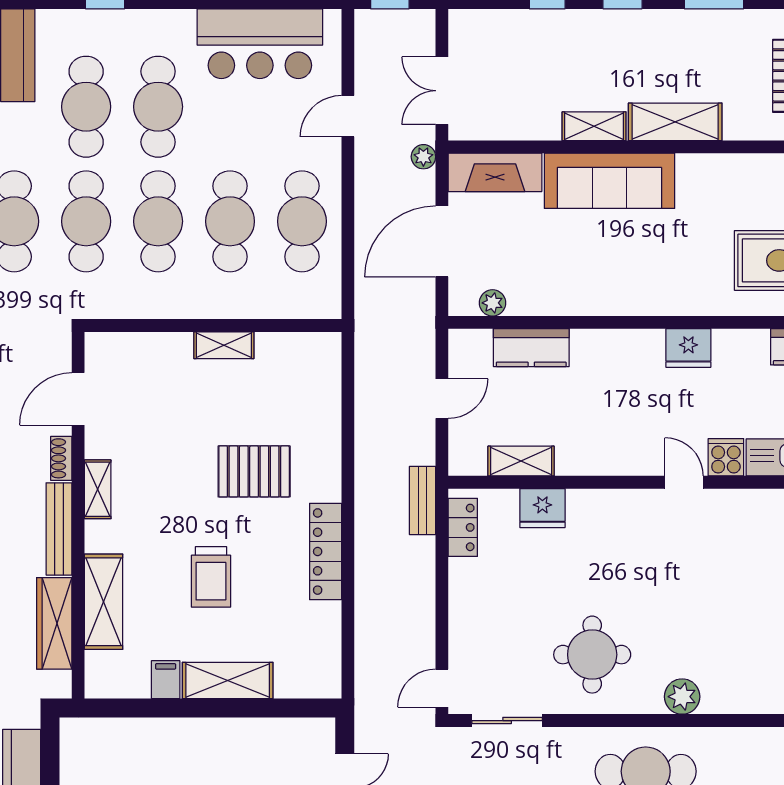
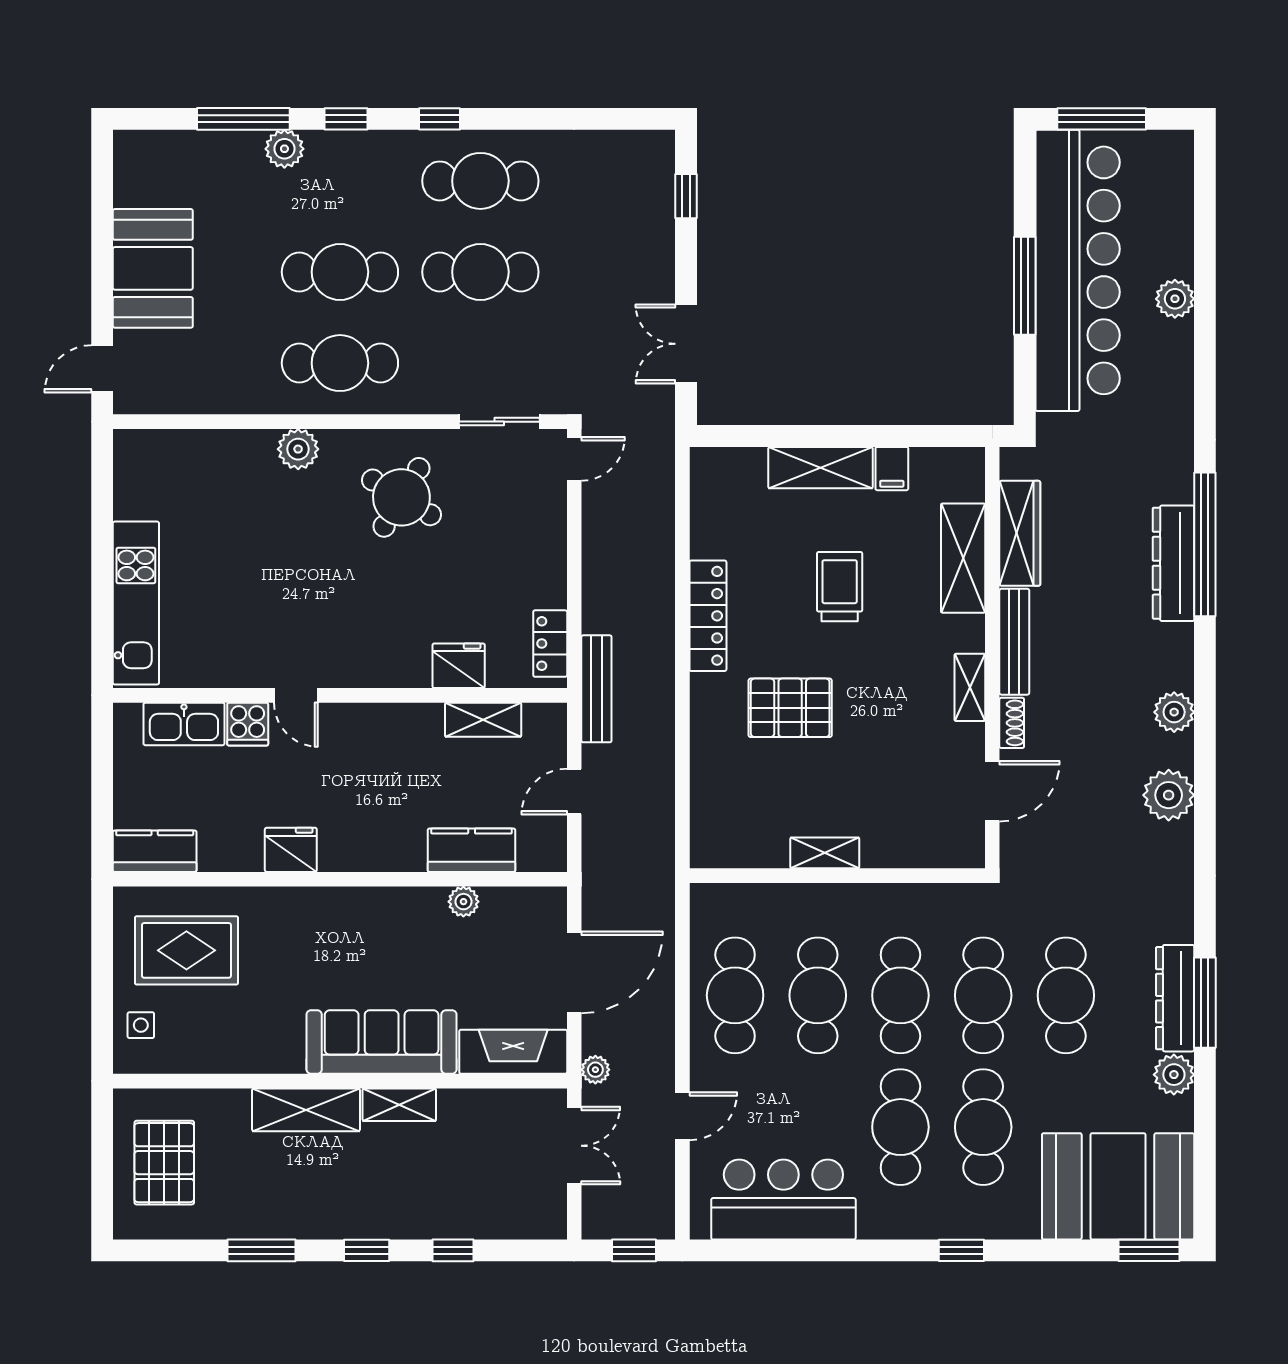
plant: (492, 303) -> (463, 902), moved
bench: (423, 500) -> (596, 689), width x1.36
round table: (592, 655) -> (401, 497), turned 31

